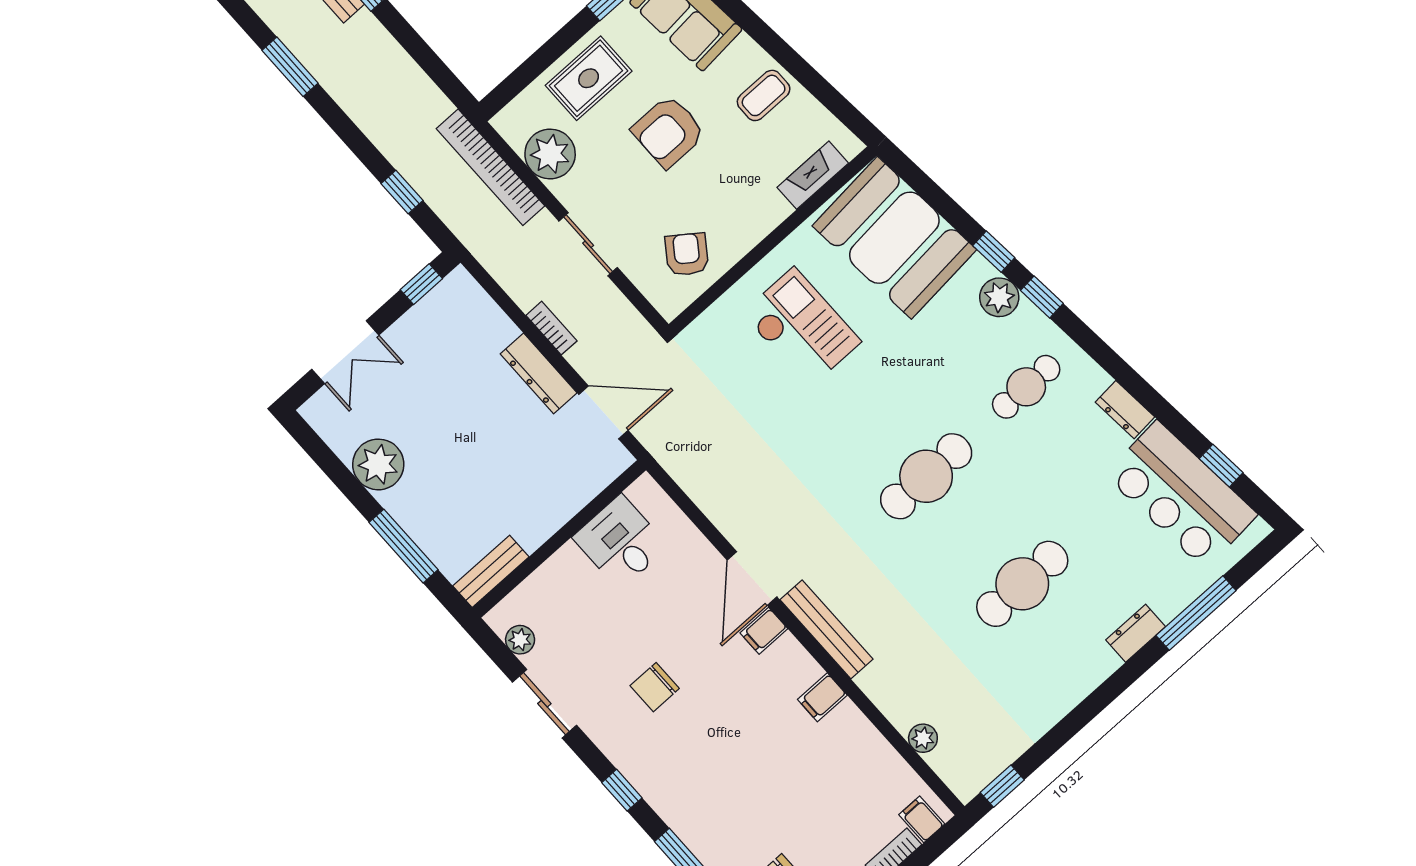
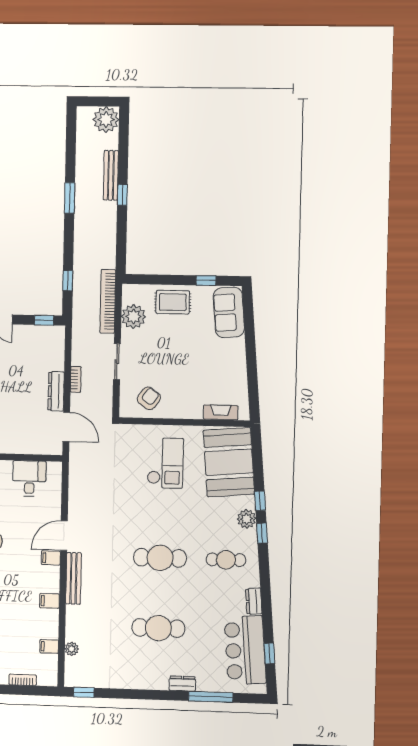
coffee table: (764, 95) -> (230, 367), removed
armchair: (668, 132) -> (183, 348), removed
filing cabinet: (922, 819) -> (49, 646), moved, turned -90

